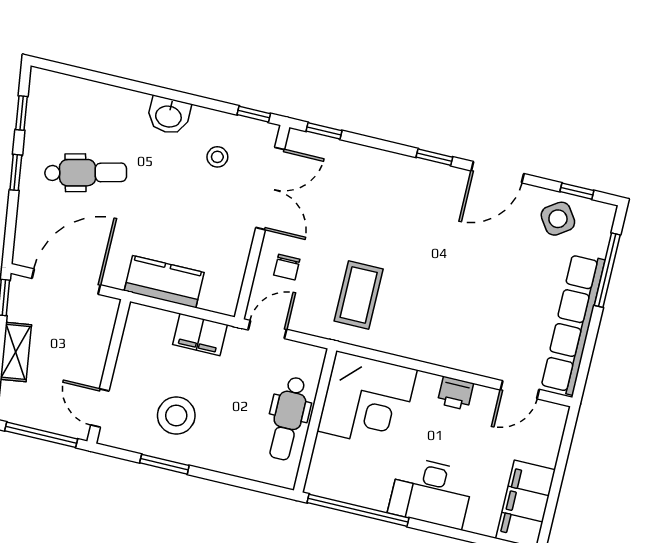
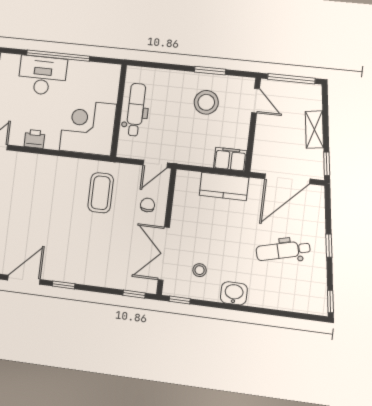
window: (22, 113) -> (330, 302), moved
filing cabinet: (200, 335) -> (230, 159), moved
window: (358, 510) -> (58, 56), moved

